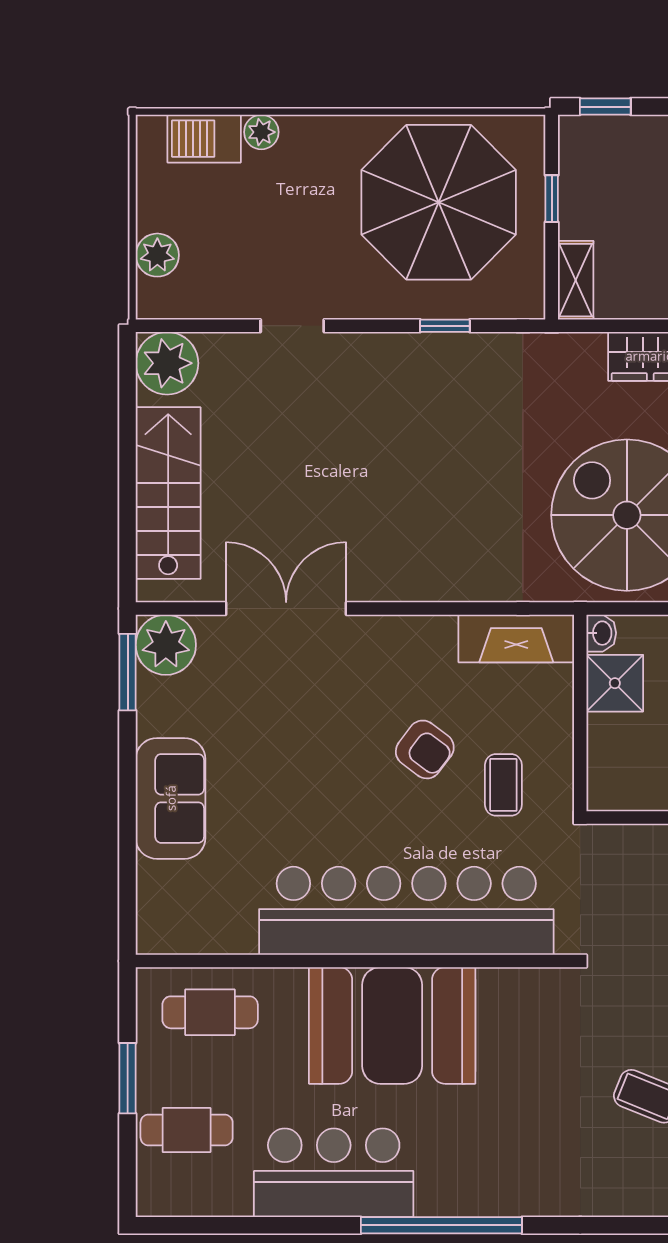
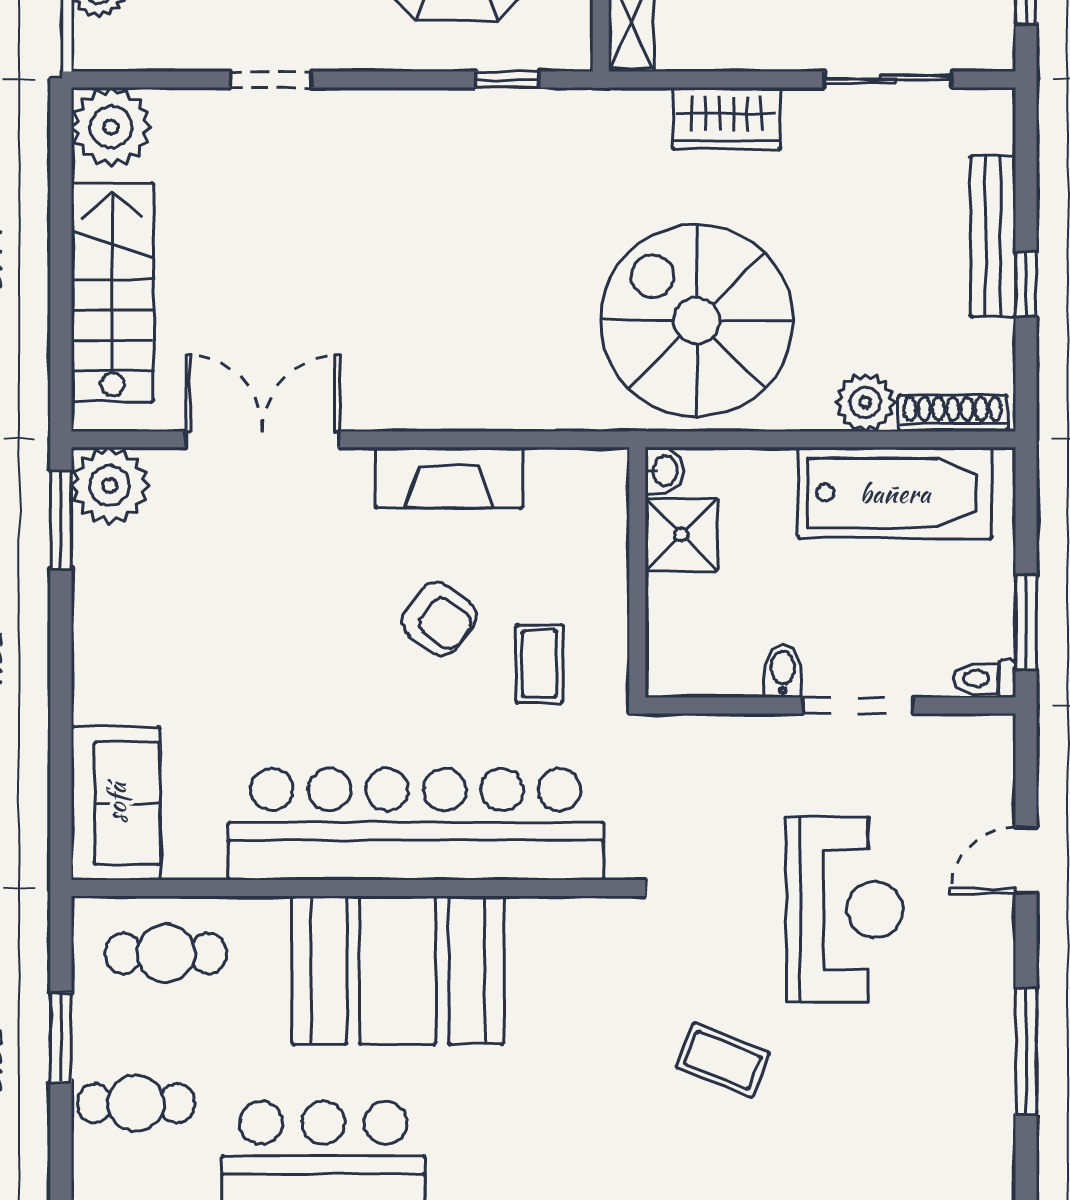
window: (445, 326) -> (507, 79), moved
fireplace: (516, 638) -> (449, 478), moved
sofa: (171, 798) -> (116, 803), moved

